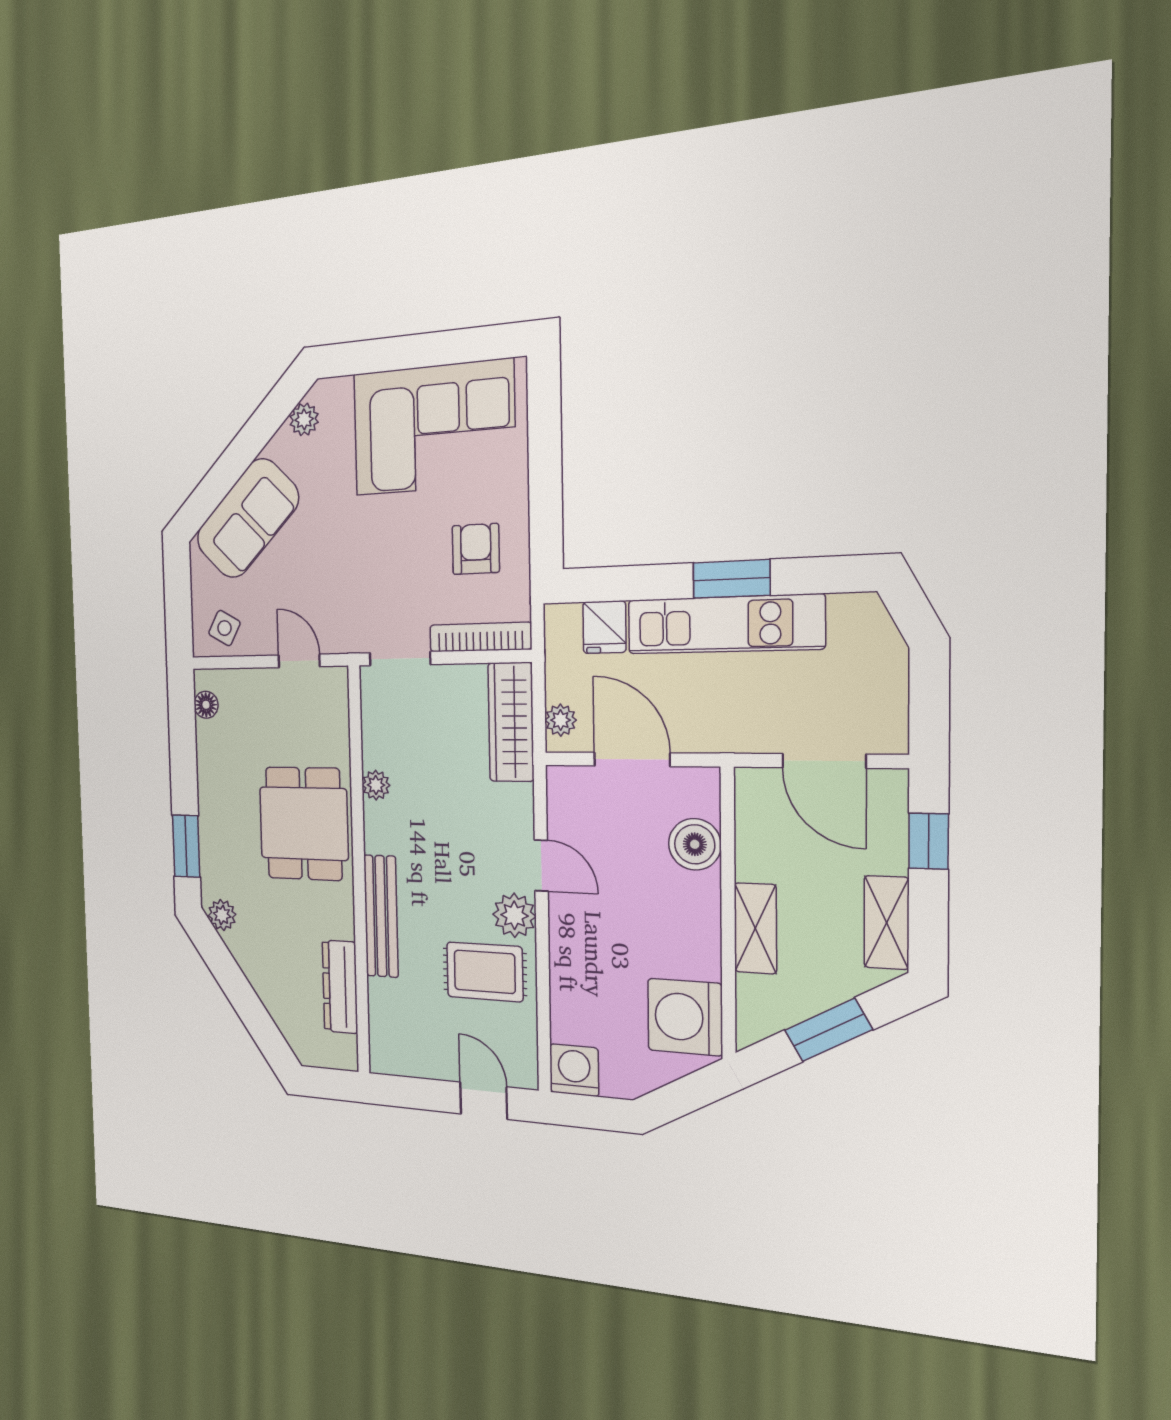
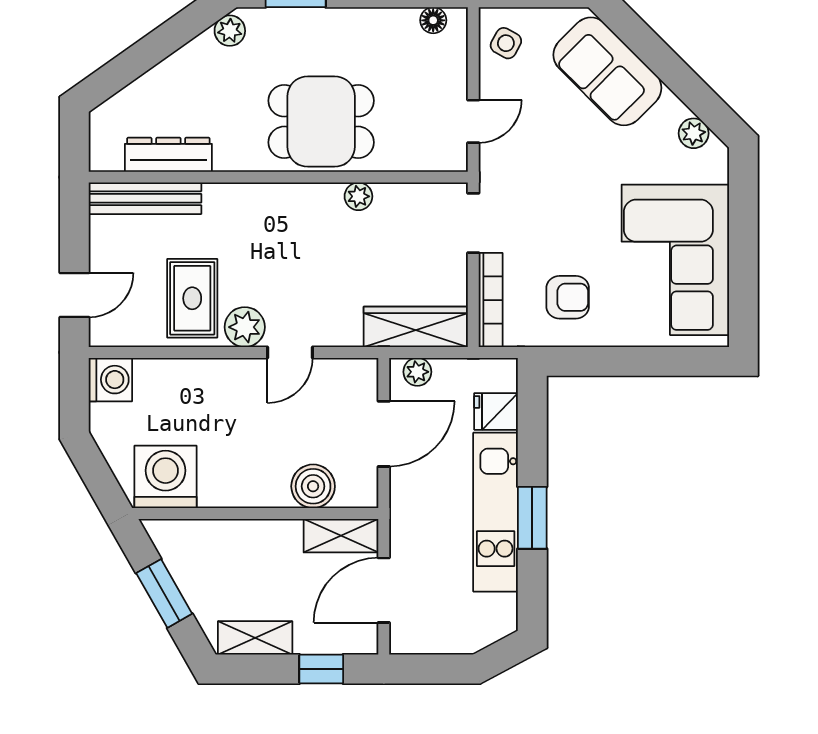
bench: (381, 916) -> (145, 198), moved
shelving: (755, 928) -> (341, 536), moved

